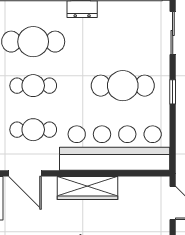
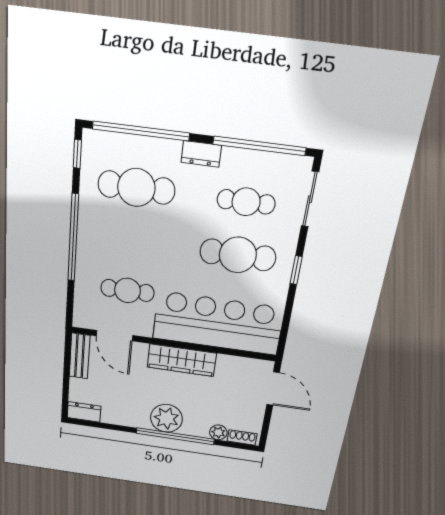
cafe table: (33, 86) -> (246, 202), moved

